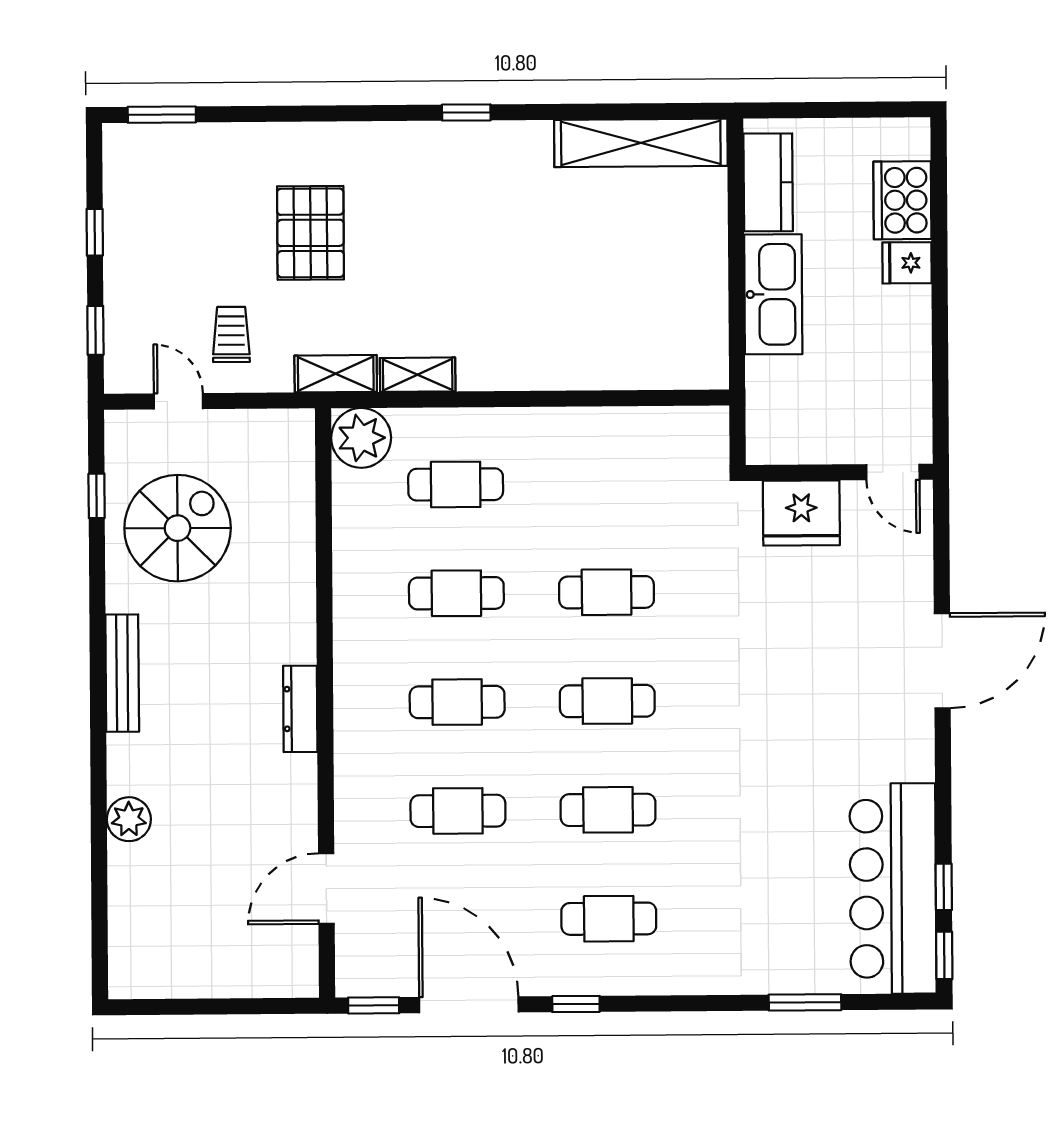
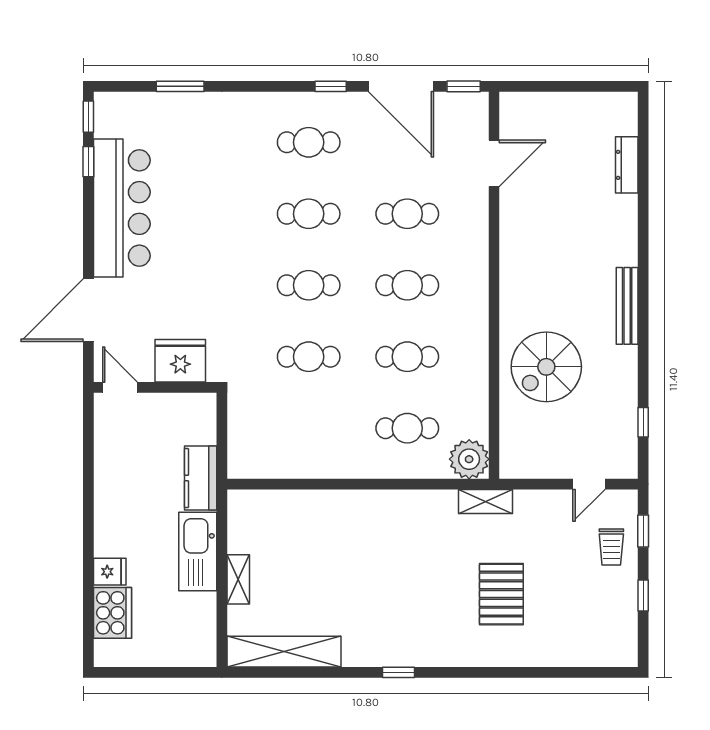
window: (162, 115) -> (599, 672), removed
kitchen counter: (768, 182) -> (201, 478), moved
trolley: (231, 334) -> (611, 547), moved
shelving: (418, 375) -> (238, 579), moved, turned 90
door: (178, 401) -> (589, 484), hinge flipped
wall: (839, 472) -> (155, 387), moved
door: (893, 472) -> (120, 387), moved
fridge: (801, 513) -> (180, 361), moved
spiral stairs: (178, 528) -> (546, 367), moved
dresser: (300, 709) -> (627, 165), moved, turned 180
plant: (129, 819) -> (623, 210), removed
bar counter: (893, 889) -> (122, 208), moved

